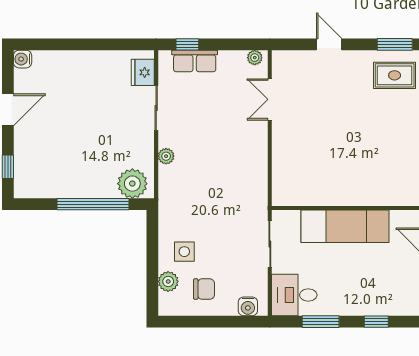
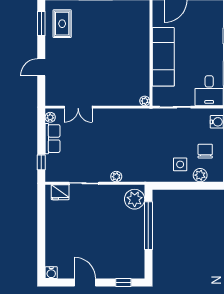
row of seats: (195, 61) -> (53, 139), moved
plant: (279, 199) -> (145, 101), added

